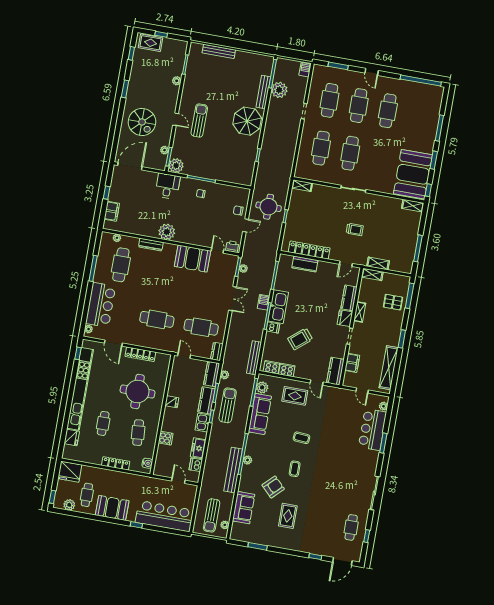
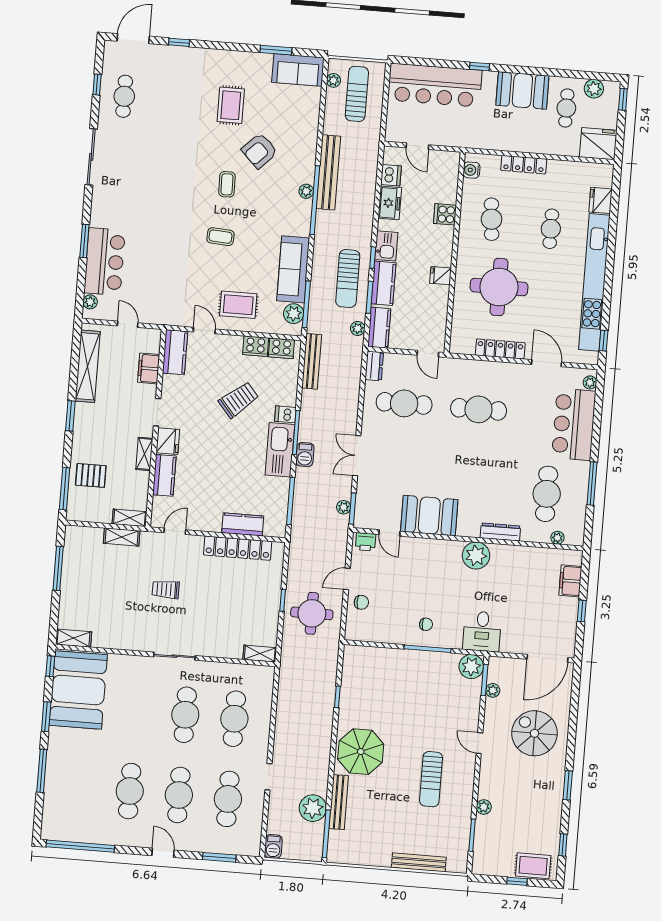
sun lounger: (199, 120) -> (431, 779), moved
sofa: (244, 508) -> (298, 70), moved, turned -90

